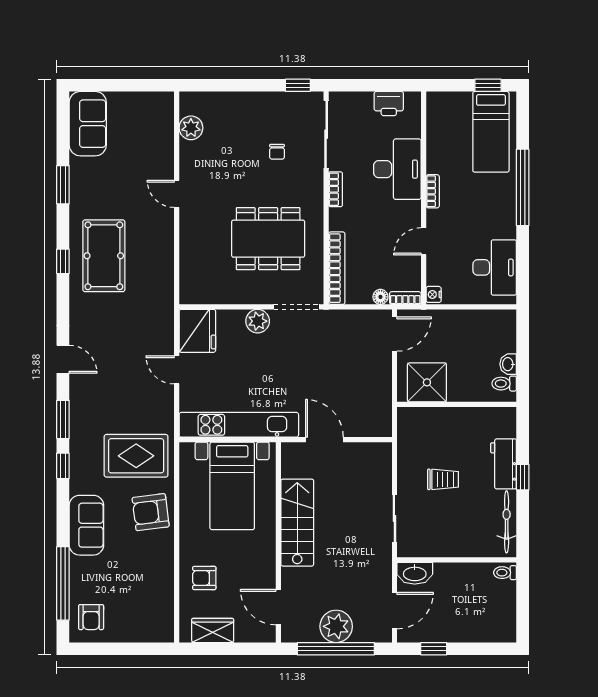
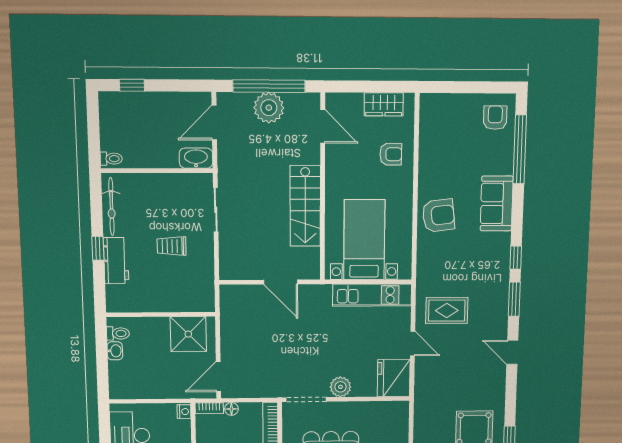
kitchen unit: (239, 425) -> (372, 295), width x0.73
rug: (136, 456) -> (447, 311), moved, width x0.73, depth x0.70
window: (434, 649) -> (132, 85), moved

